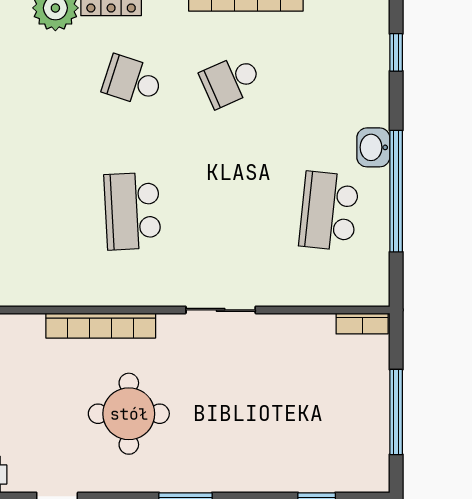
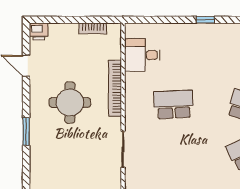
desk: (36, 272) -> (142, 55), added

